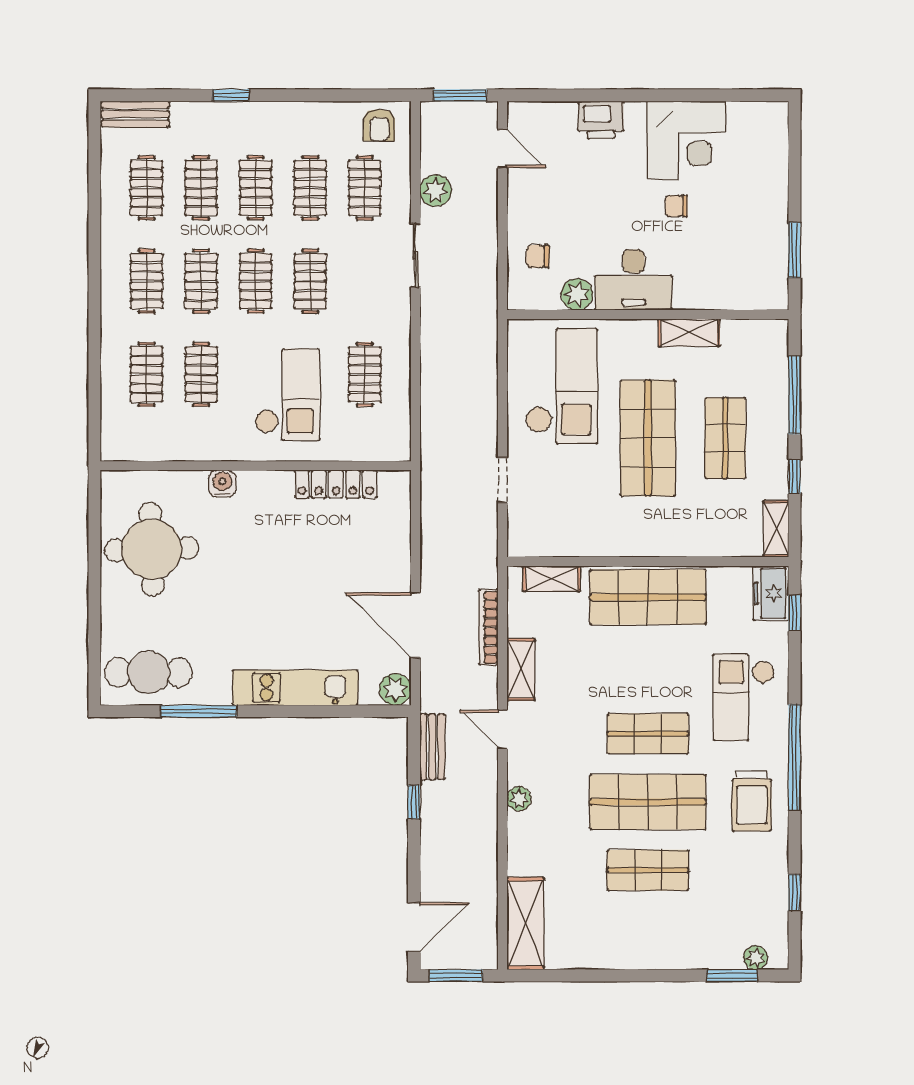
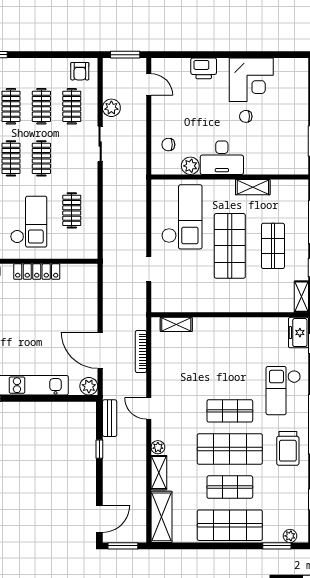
locker: (336, 484) -> (37, 272), moved
shop shelf: (648, 597) -> (230, 525), moved
shelving: (521, 670) -> (159, 473), moved

